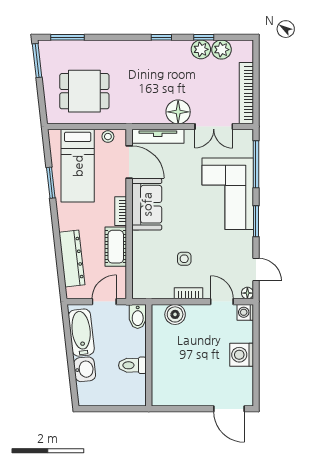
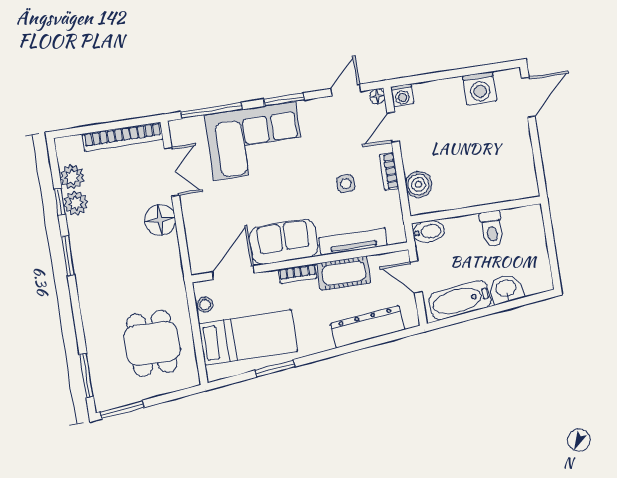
window: (161, 37) -> (68, 256), width x1.50
tv unit: (158, 136) -> (353, 242), moved, turned -90
washing machine: (242, 355) -> (480, 88), moved

